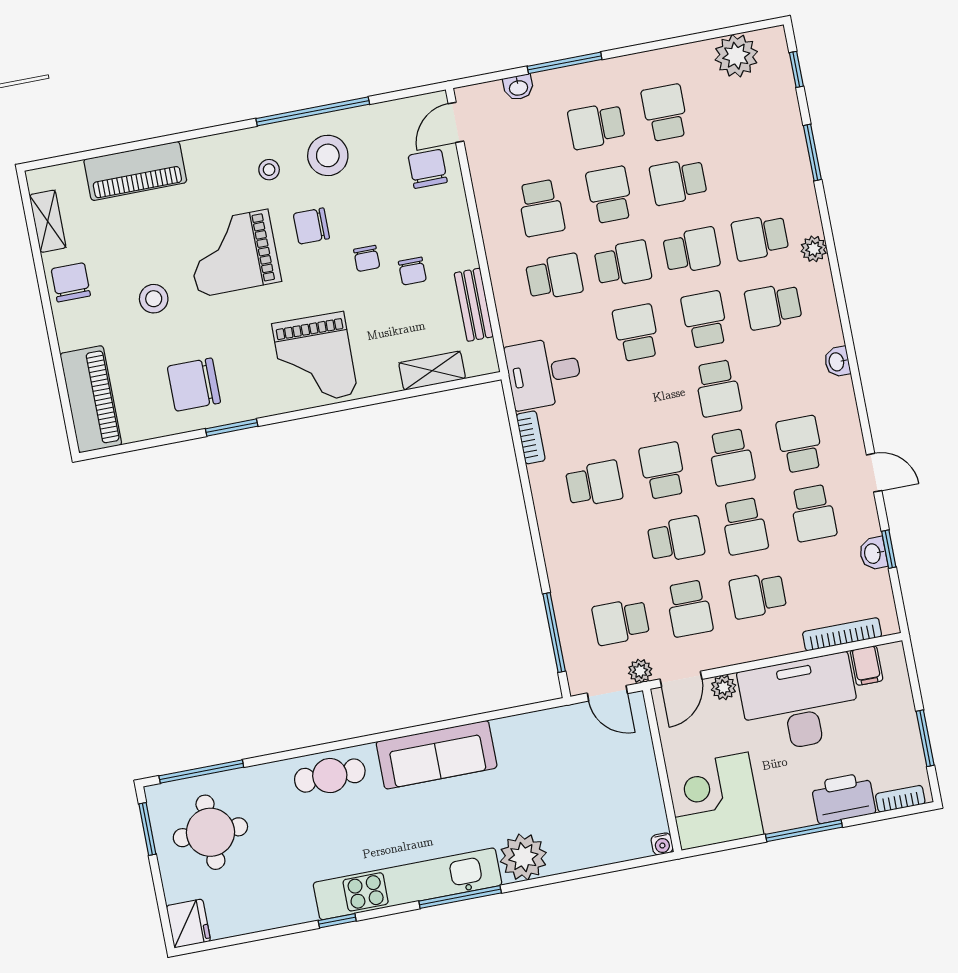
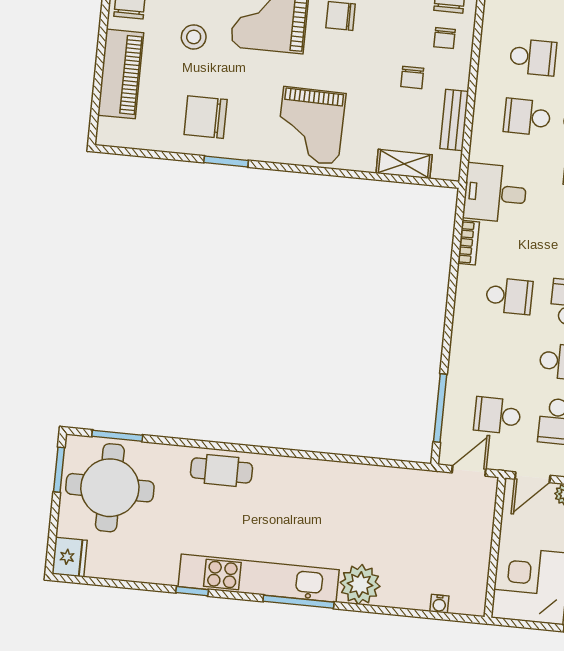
school desk: (541, 208) -> (533, 57), turned -90
chair: (367, 258) -> (445, 38), moved
school desk: (554, 277) -> (527, 117), turned 180
piano: (91, 399) -> (121, 74), moved
plant: (640, 671) -> (501, 461), removed
door: (607, 693) -> (469, 471), swing flipped
sofa: (437, 755) -> (314, 479), removed
window: (201, 771) -> (117, 436), width x0.69
round table: (210, 832) -> (110, 488), width x1.36, depth x1.36
water cooler: (662, 844) -> (439, 604), moved

